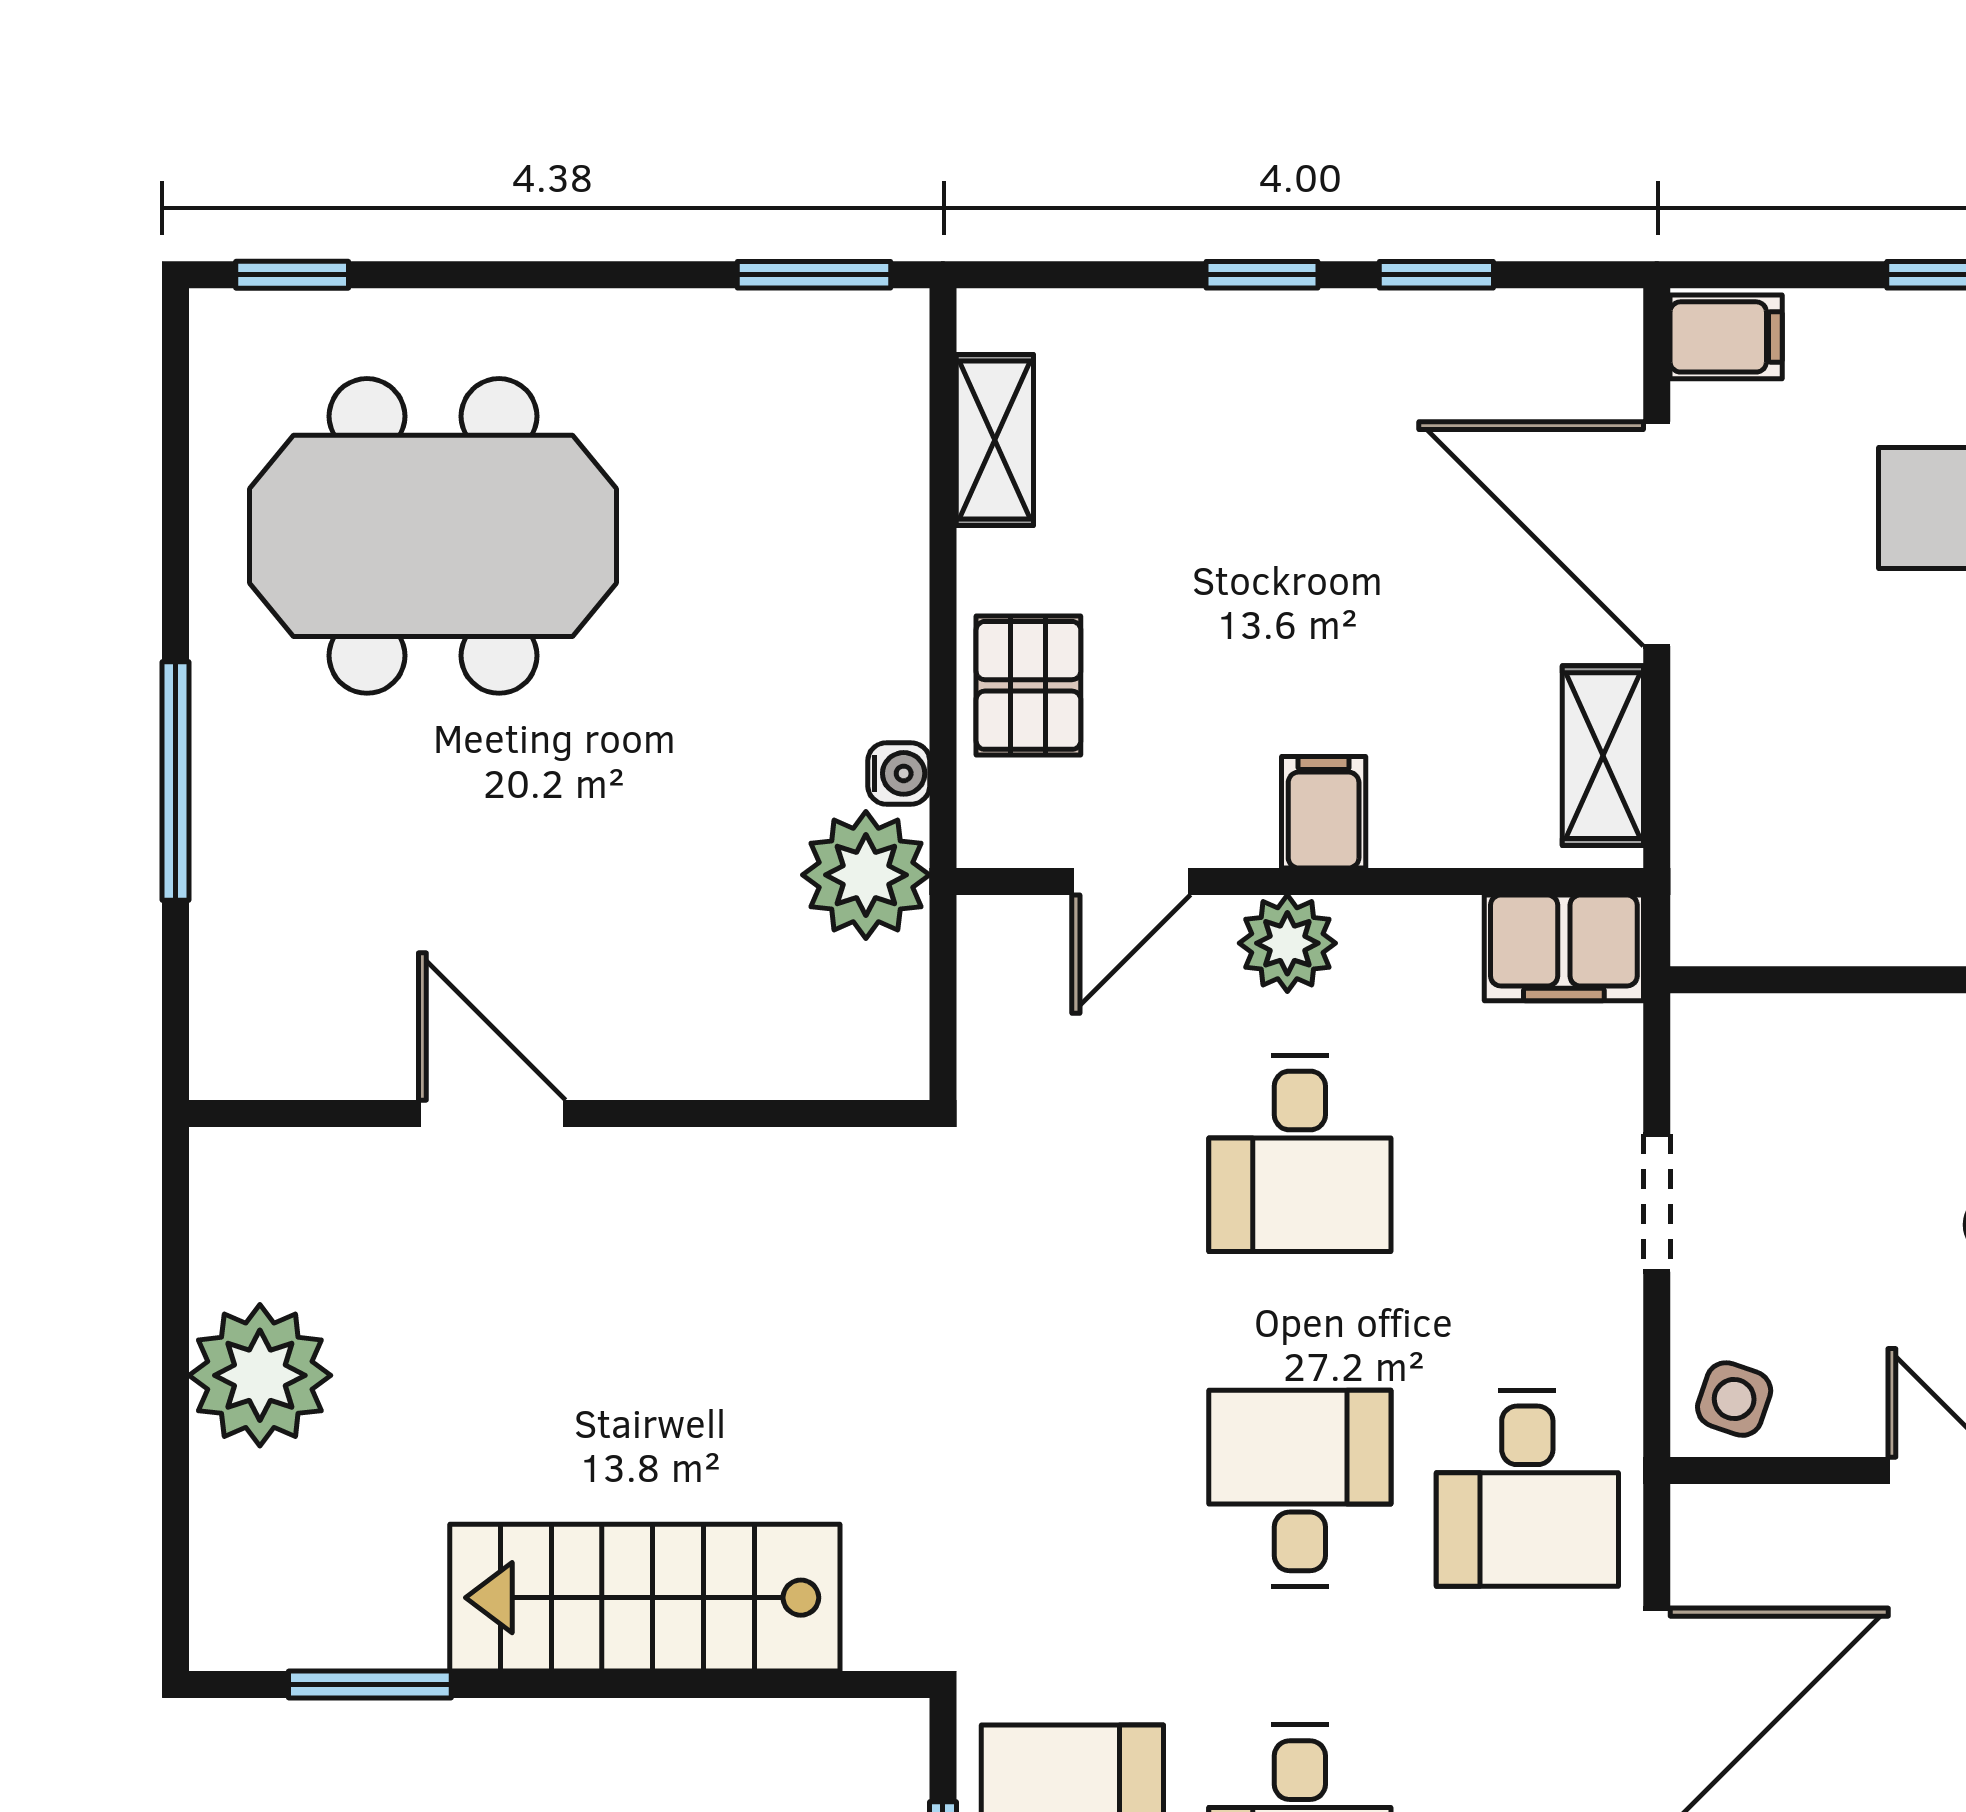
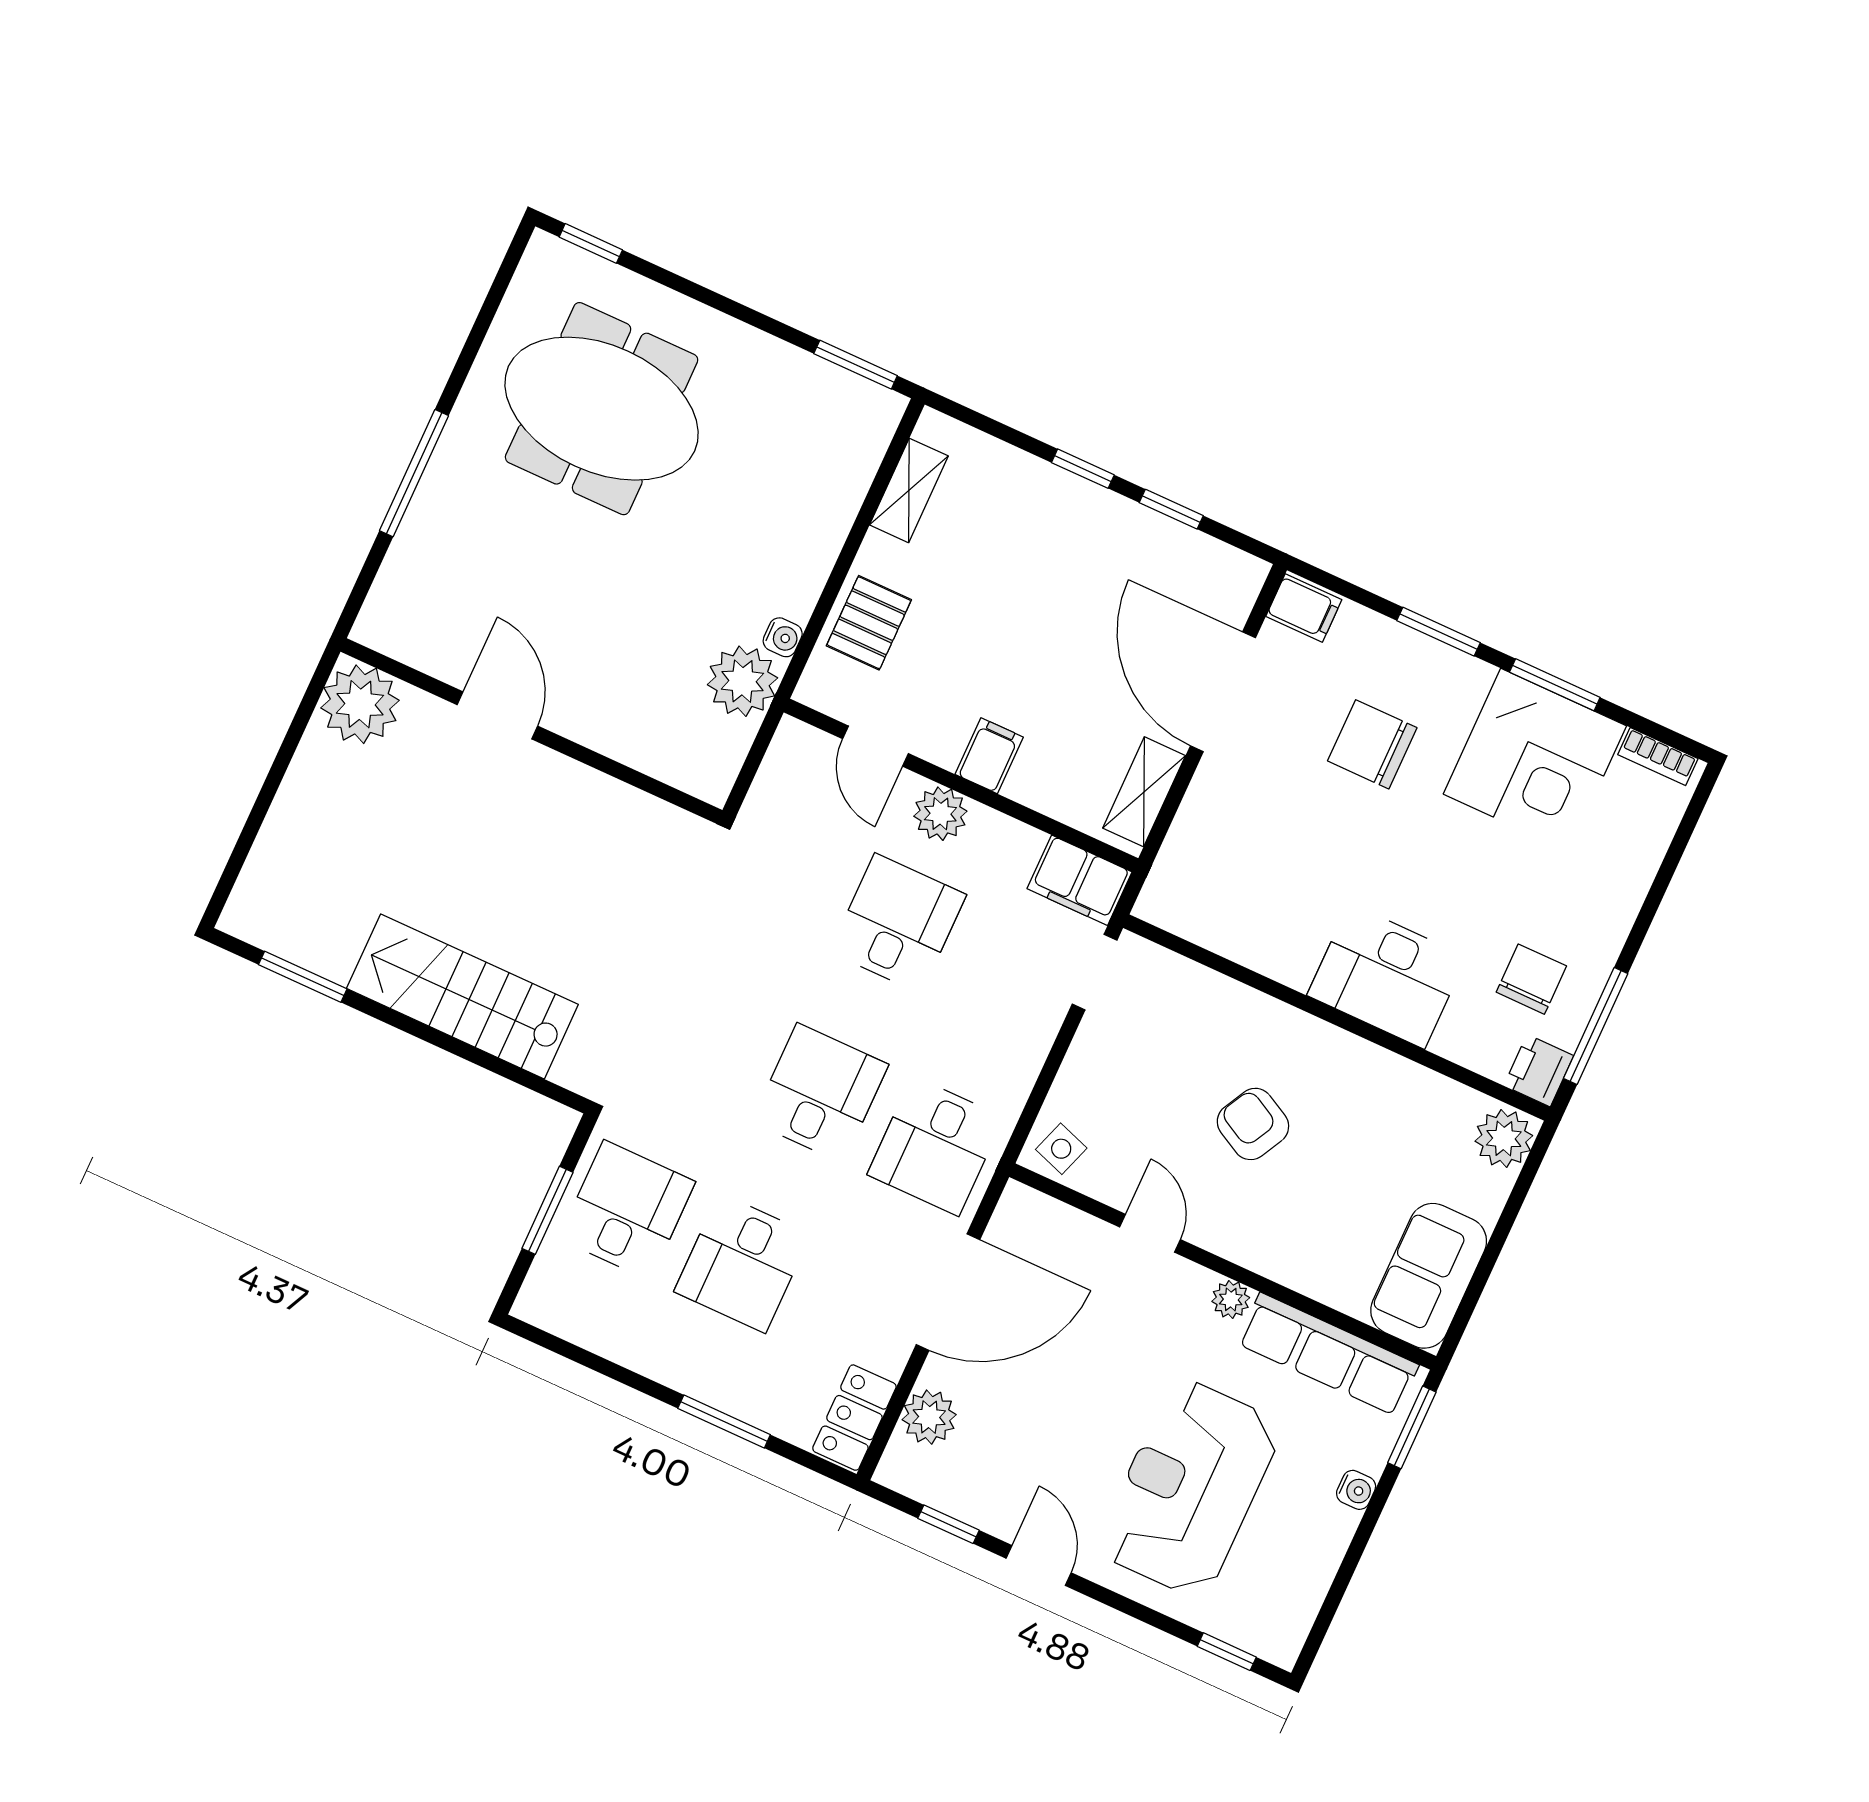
door: (1131, 882) -> (875, 746), hinge flipped
desk: (1300, 1154) -> (898, 923), turned 180
doorway: (1657, 1203) -> (1095, 972), moved
plant: (260, 1375) -> (360, 704), moved

